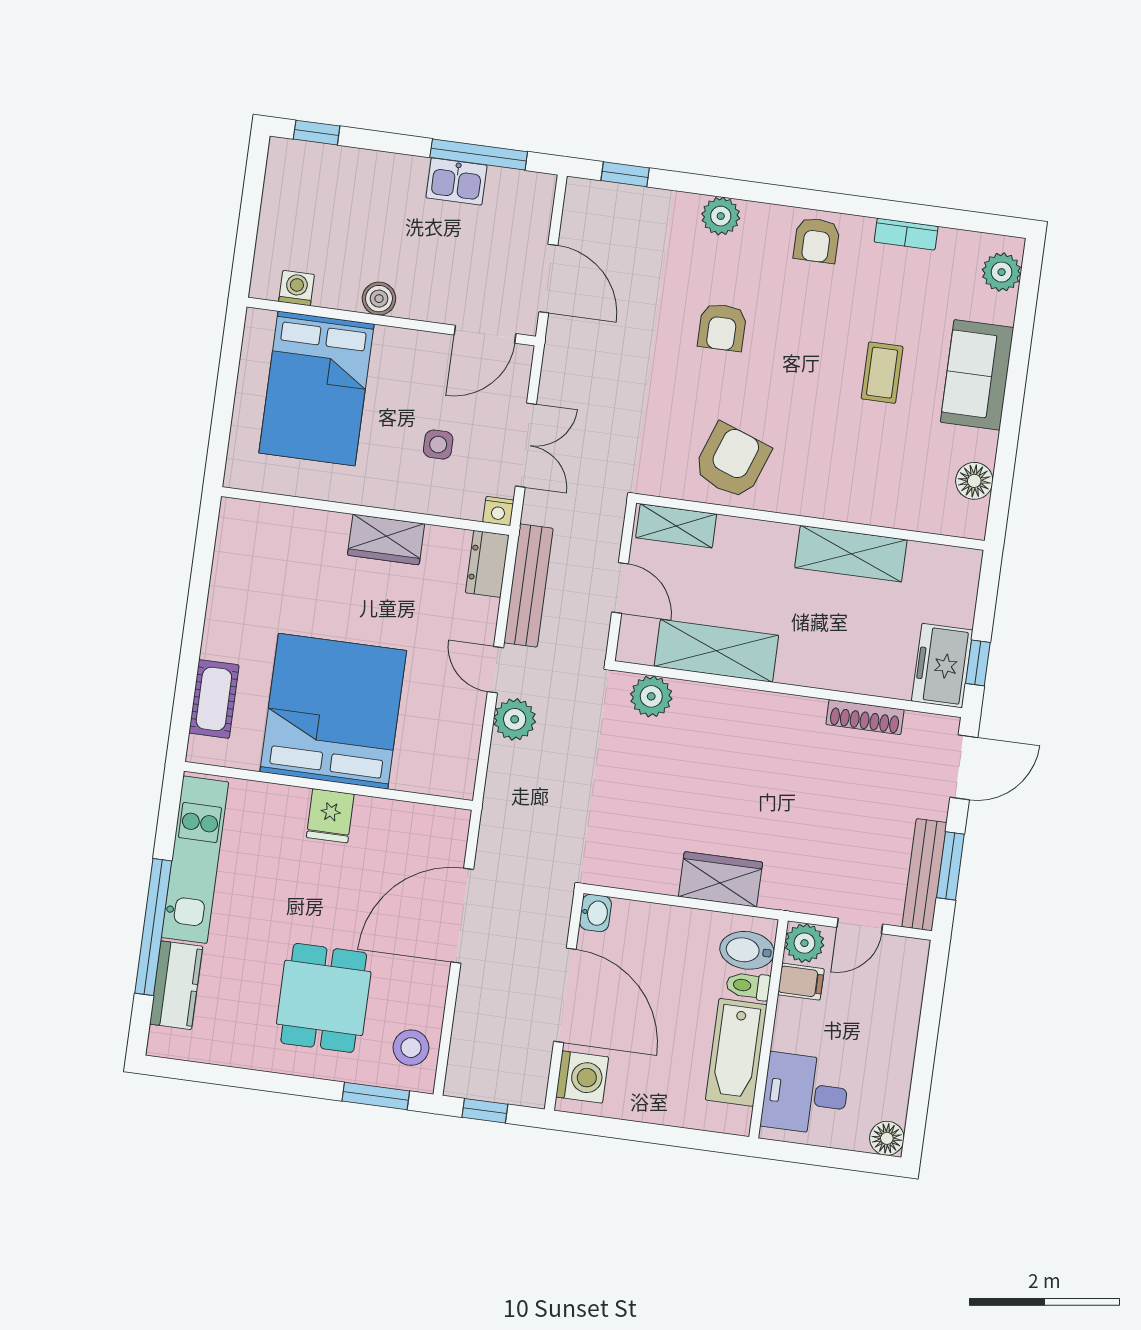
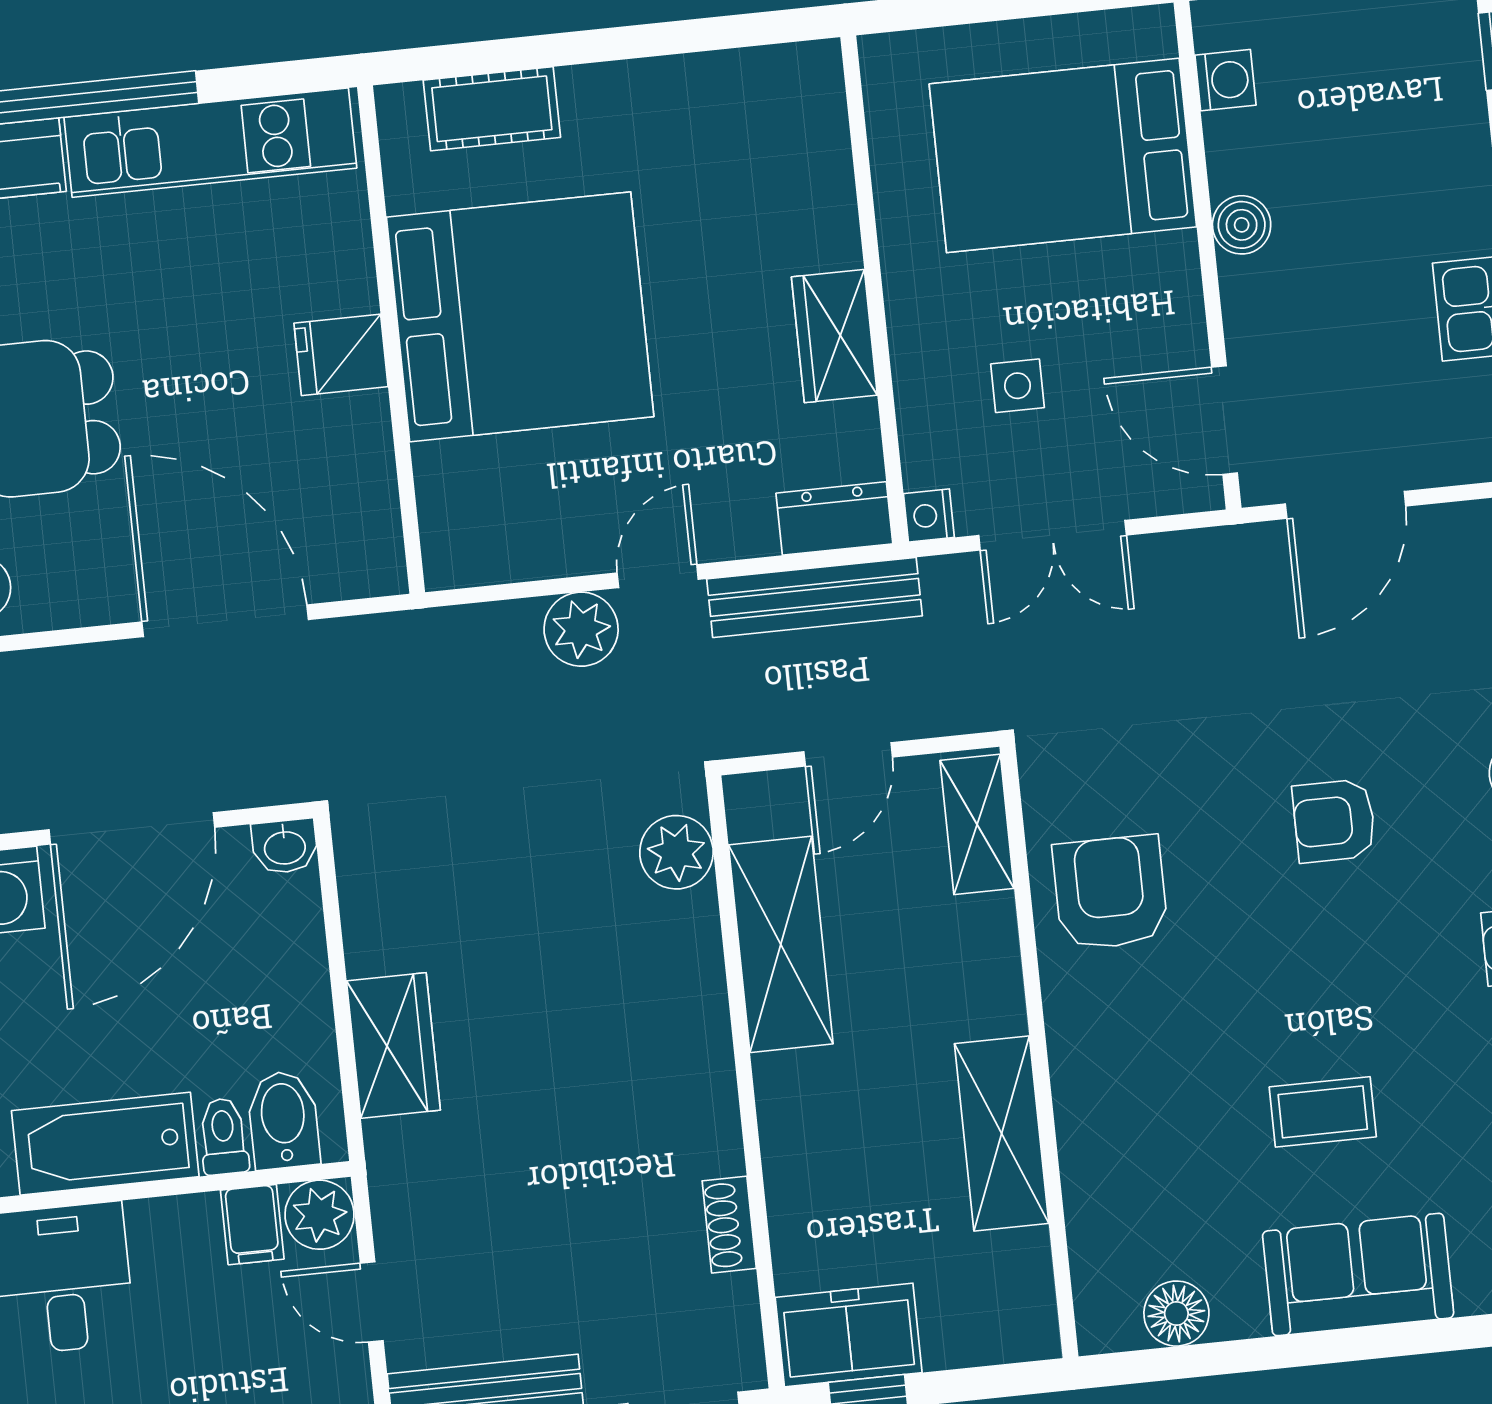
armchair: (732, 461) -> (1110, 893), turned -110
shoe rack: (865, 717) -> (729, 1225), width x0.70

